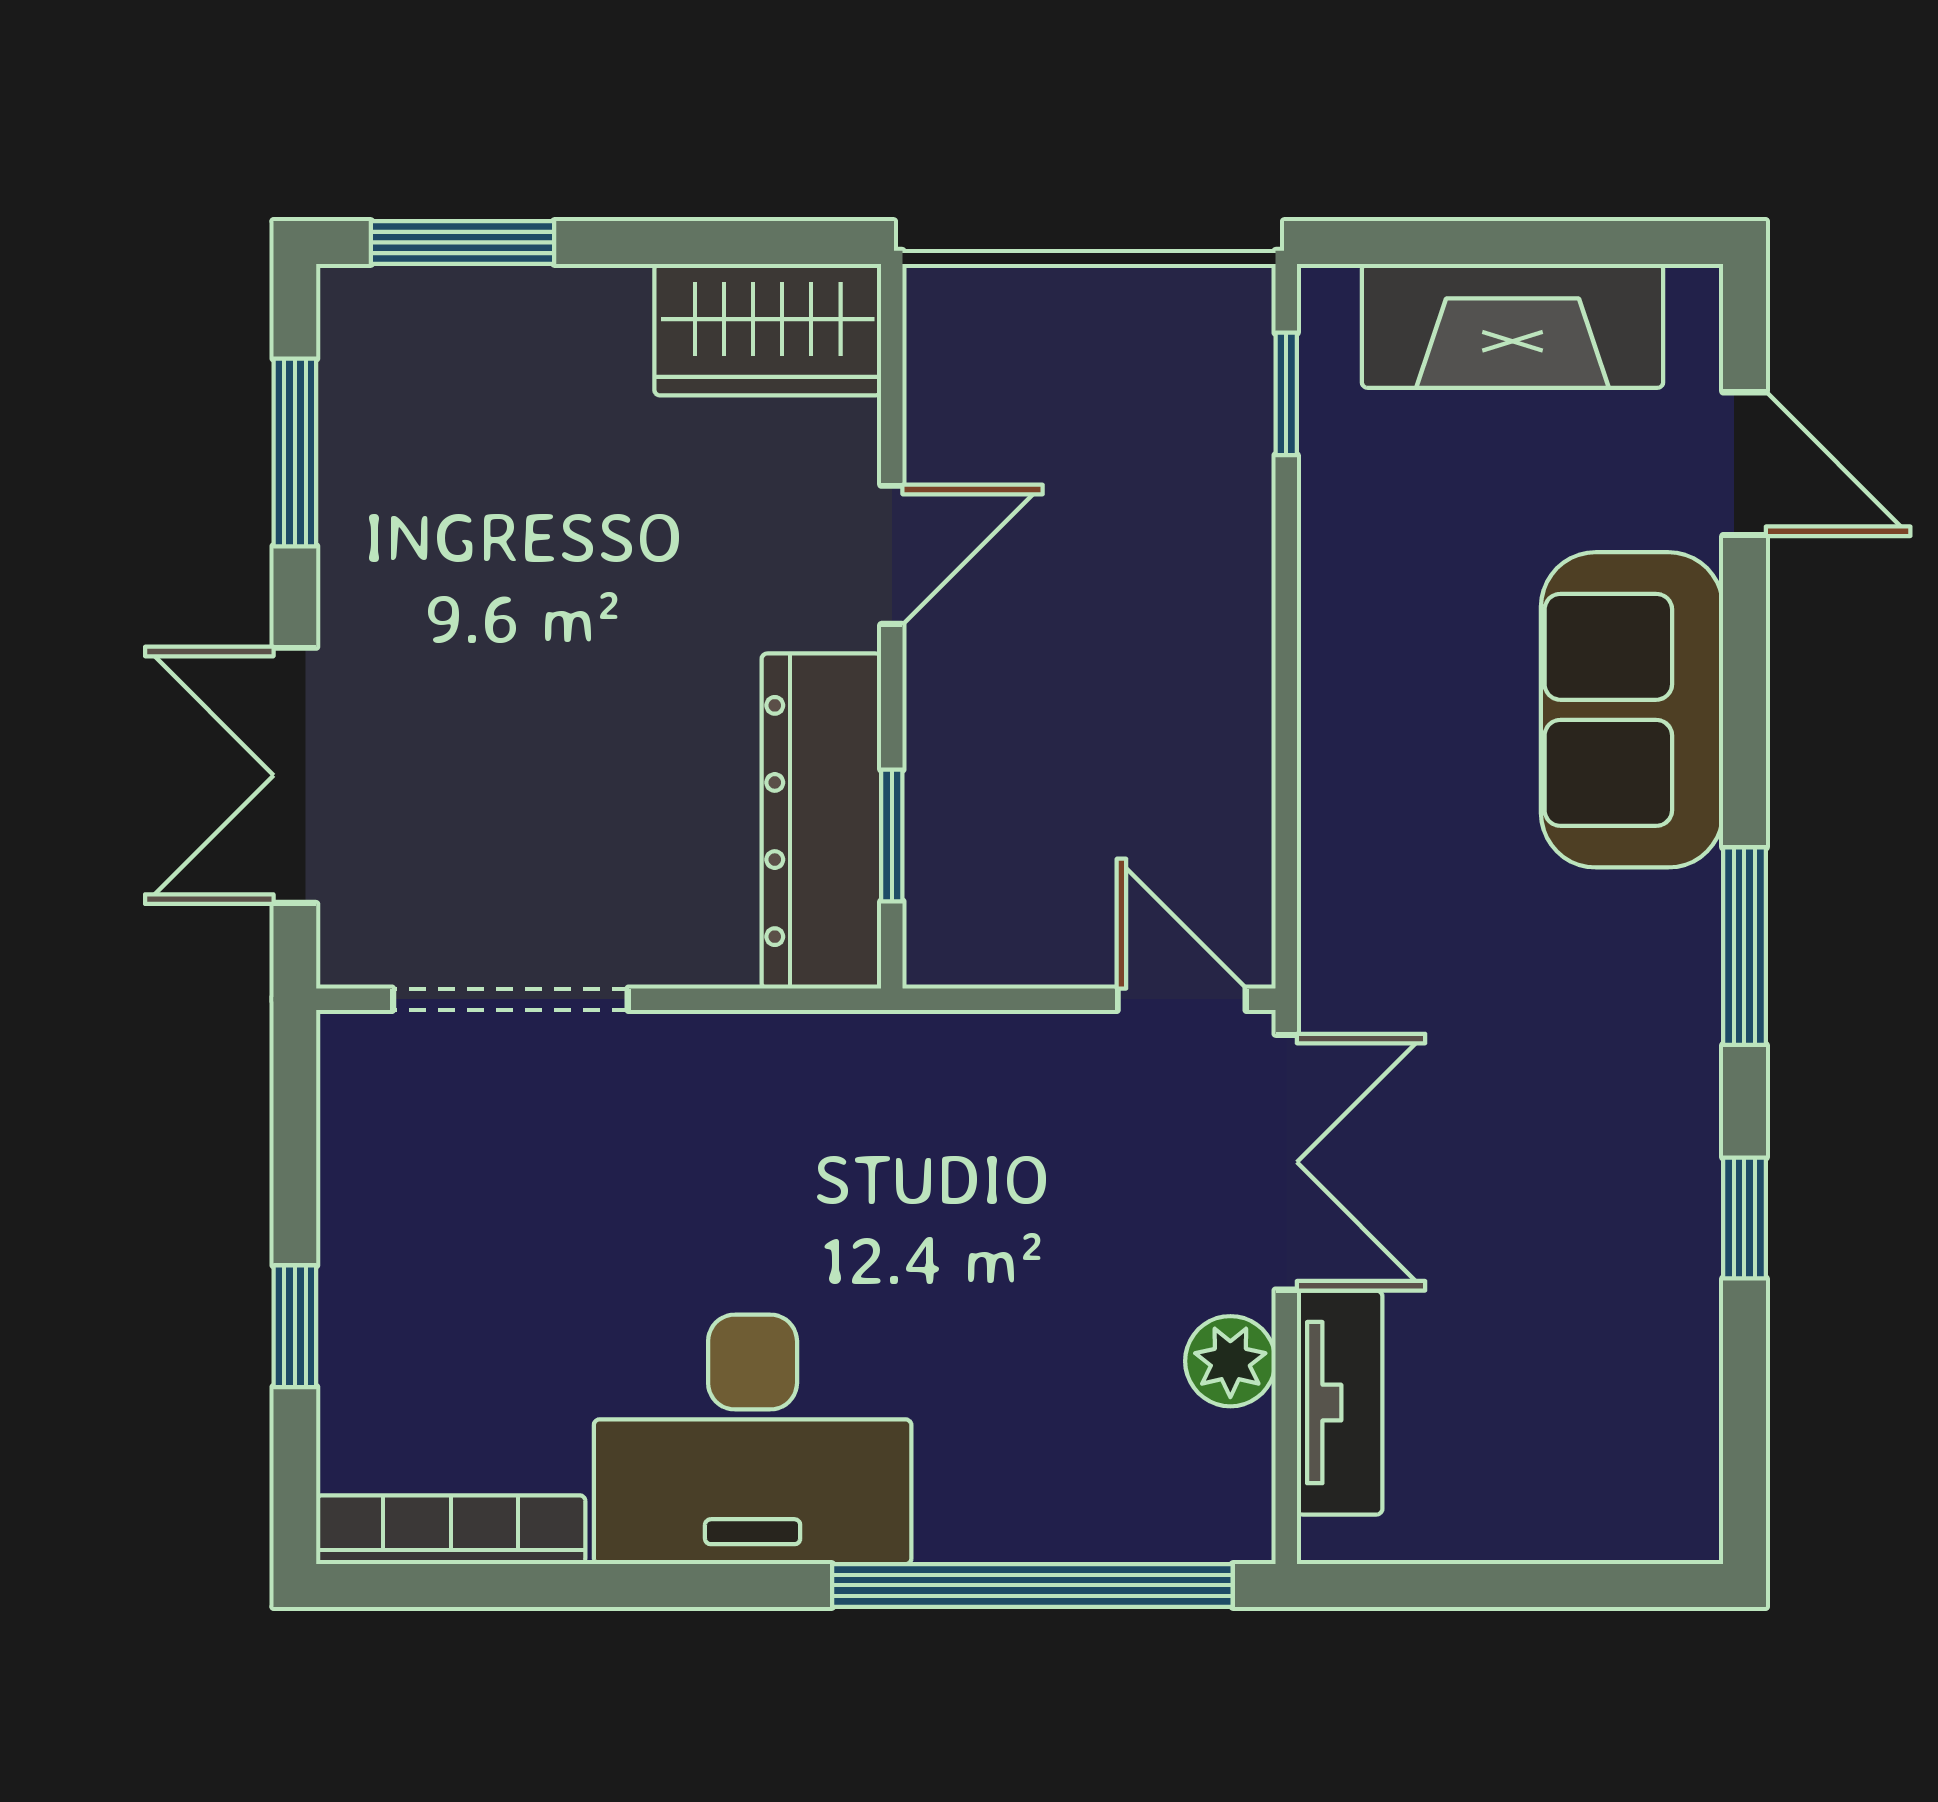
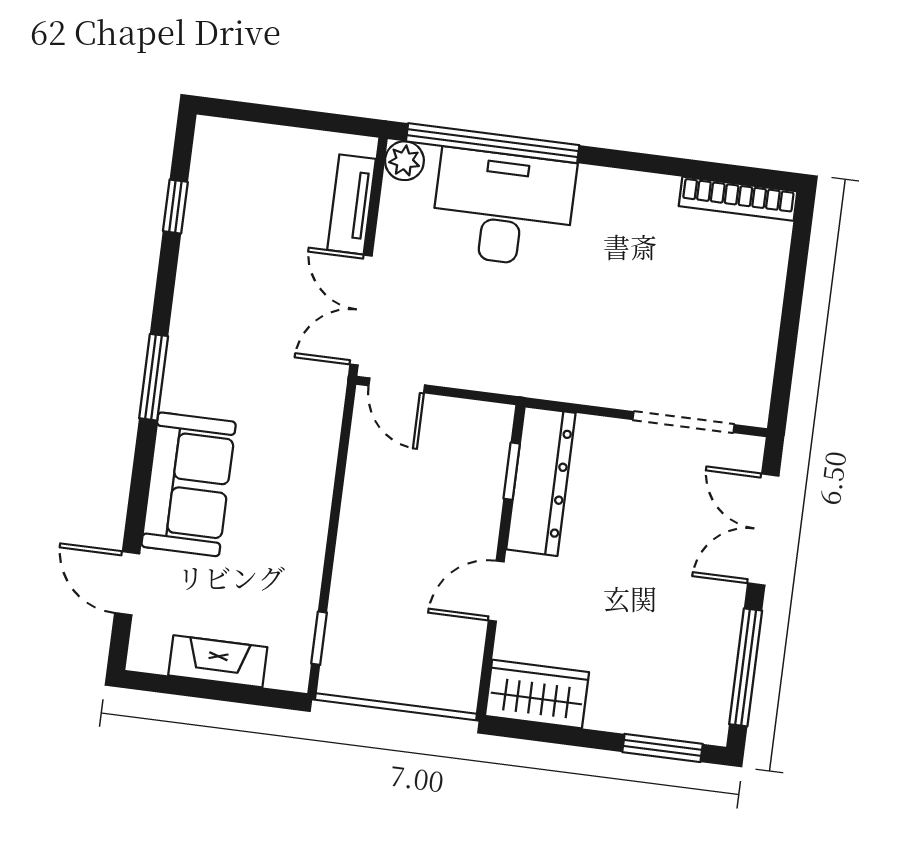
fireplace: (1512, 326) -> (218, 661), width x0.73, depth x0.76
window: (295, 452) -> (746, 667), width x1.44
double door: (295, 775) -> (763, 530), swing flipped
window: (1744, 1218) -> (175, 207), moved
window: (295, 1326) -> (793, 294), removed
plant: (1230, 1361) -> (404, 161), moved
desk: (753, 1439) -> (503, 208), moved

